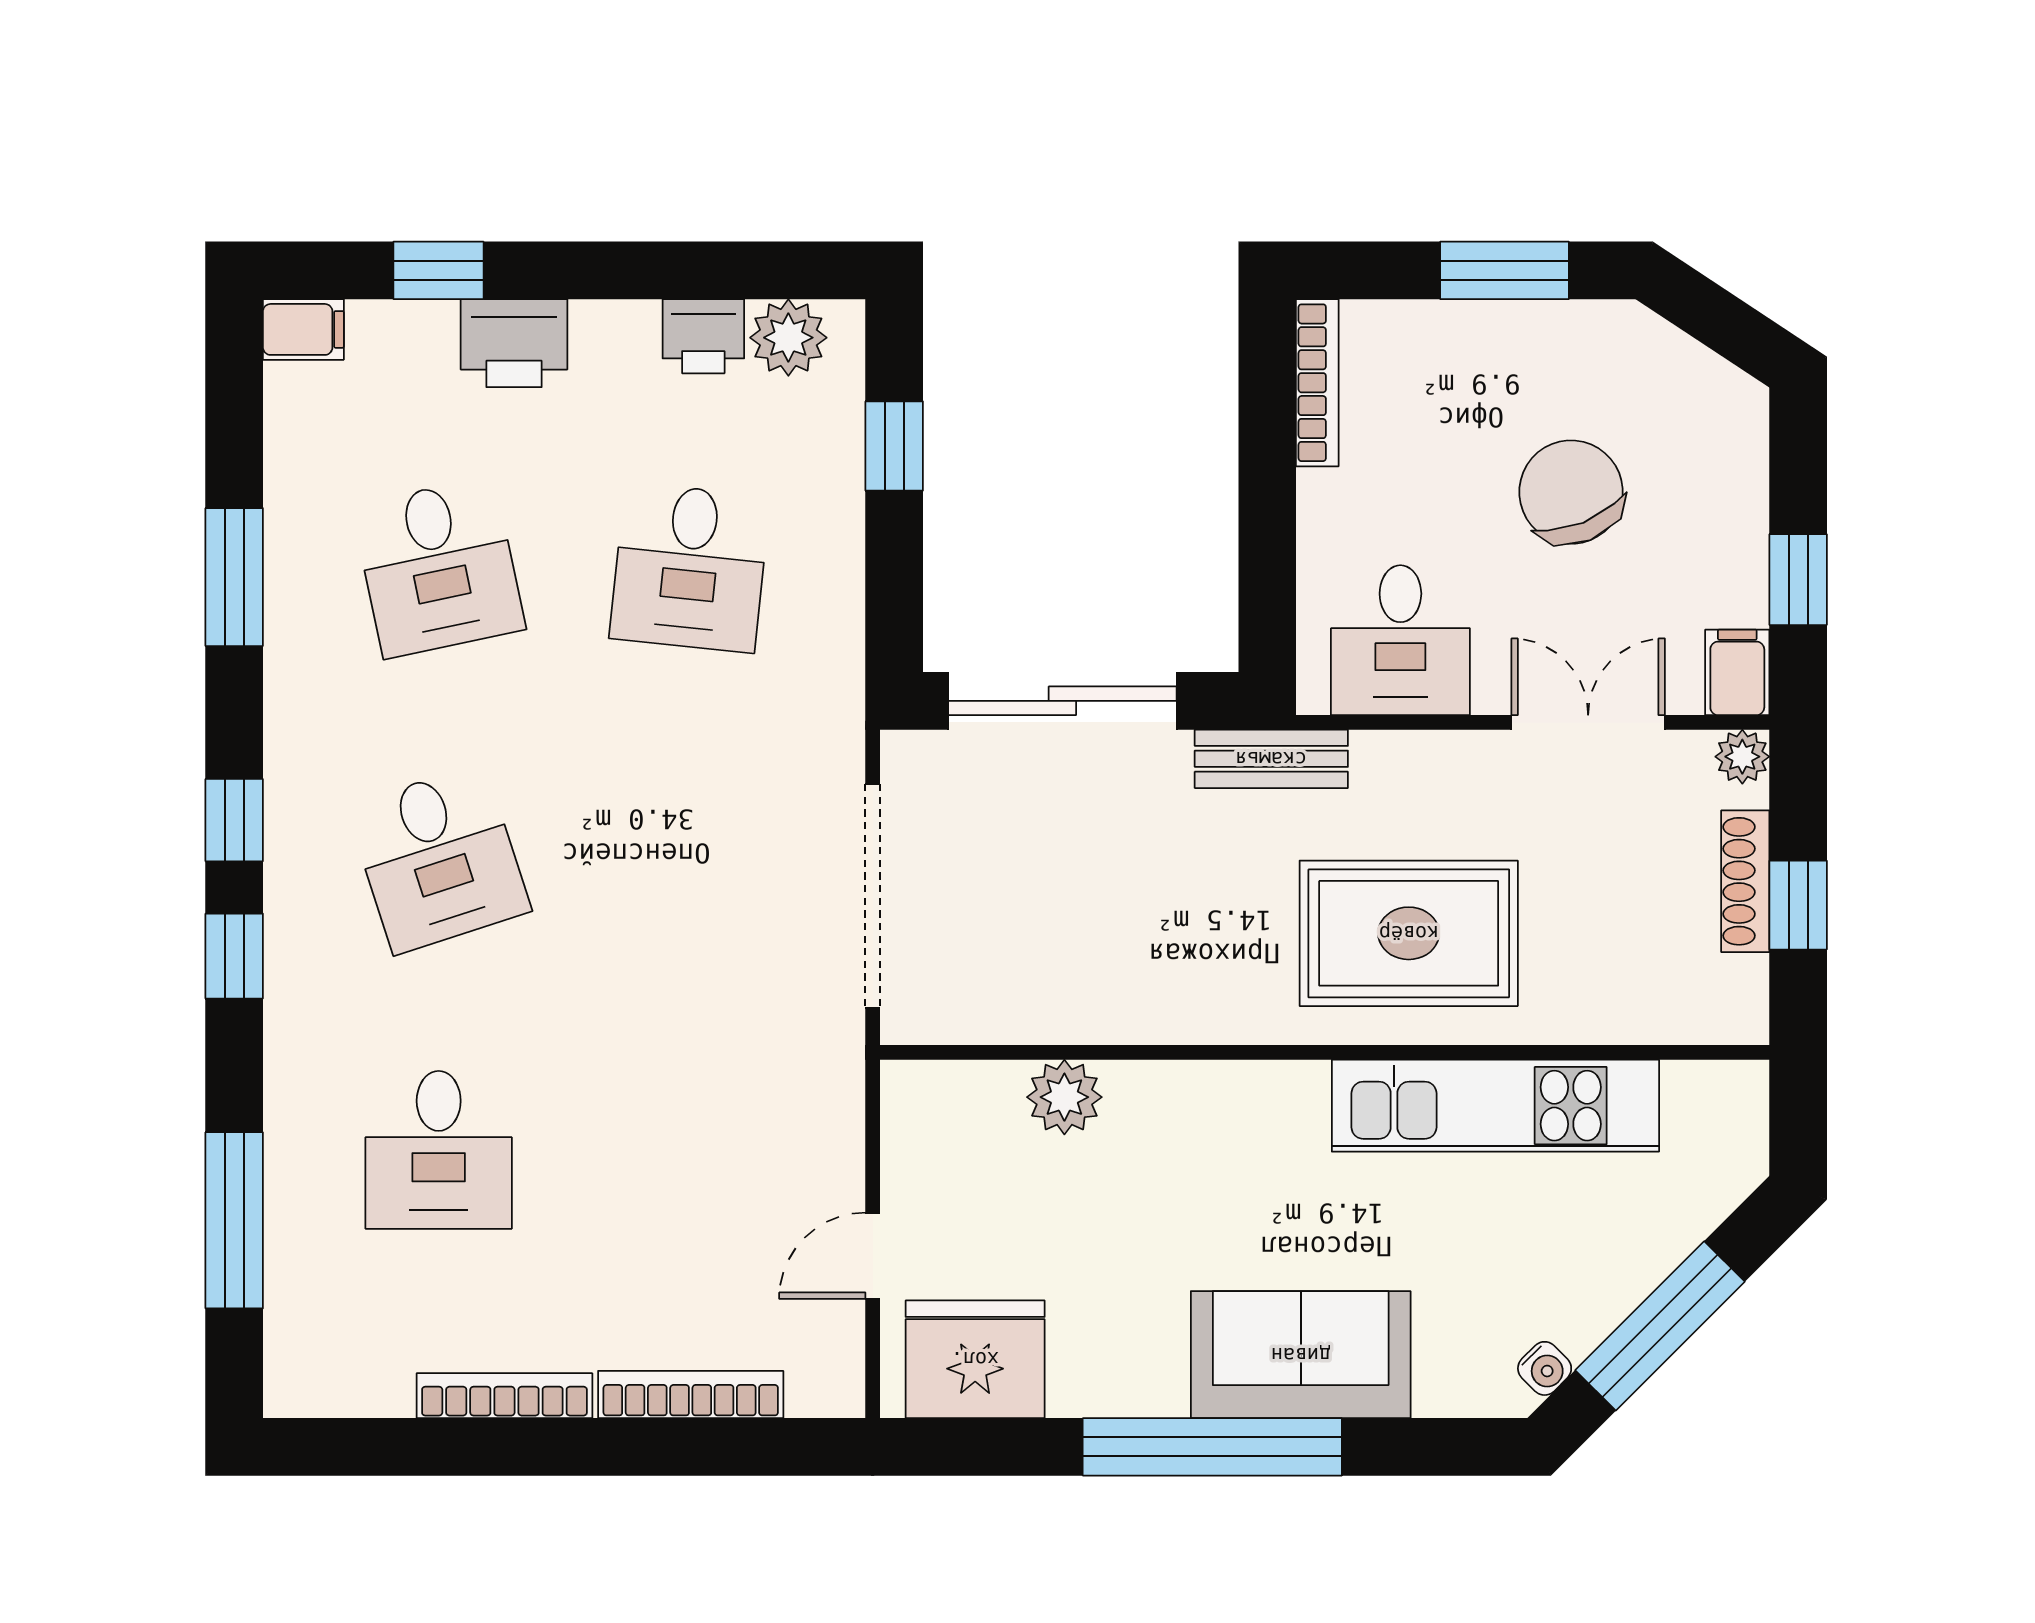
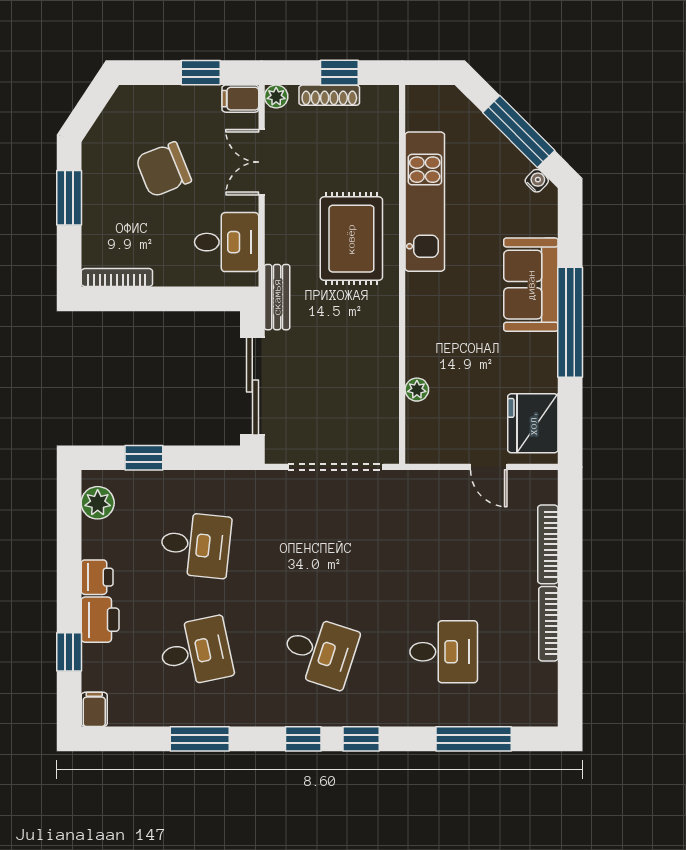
printer: (703, 336) -> (97, 577), moved
desk: (439, 859) -> (320, 652), turned 36
plant: (1064, 1097) -> (417, 390), width x0.73, depth x0.73

